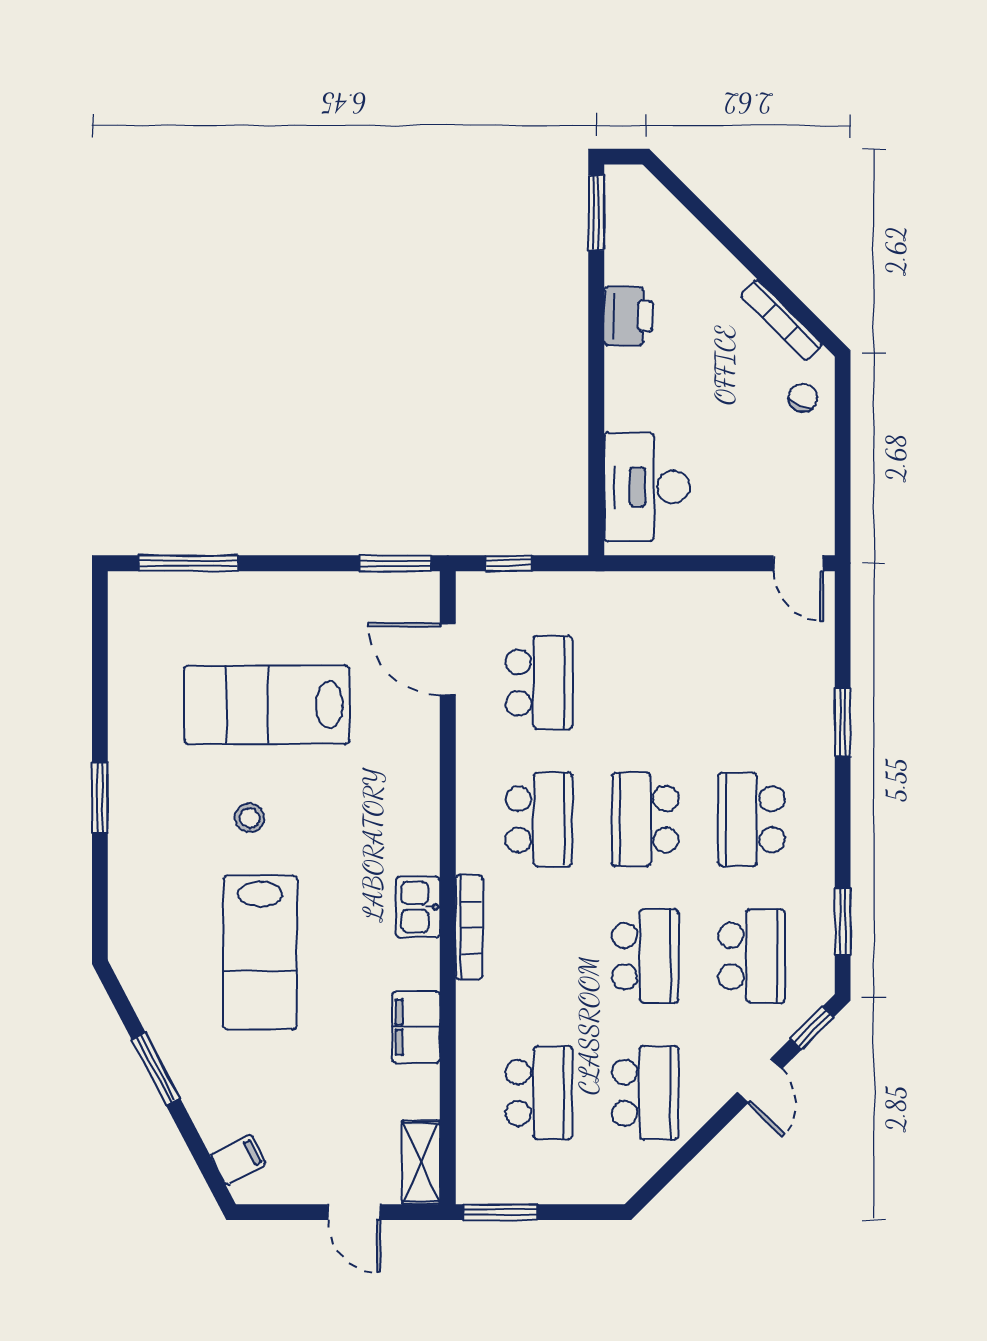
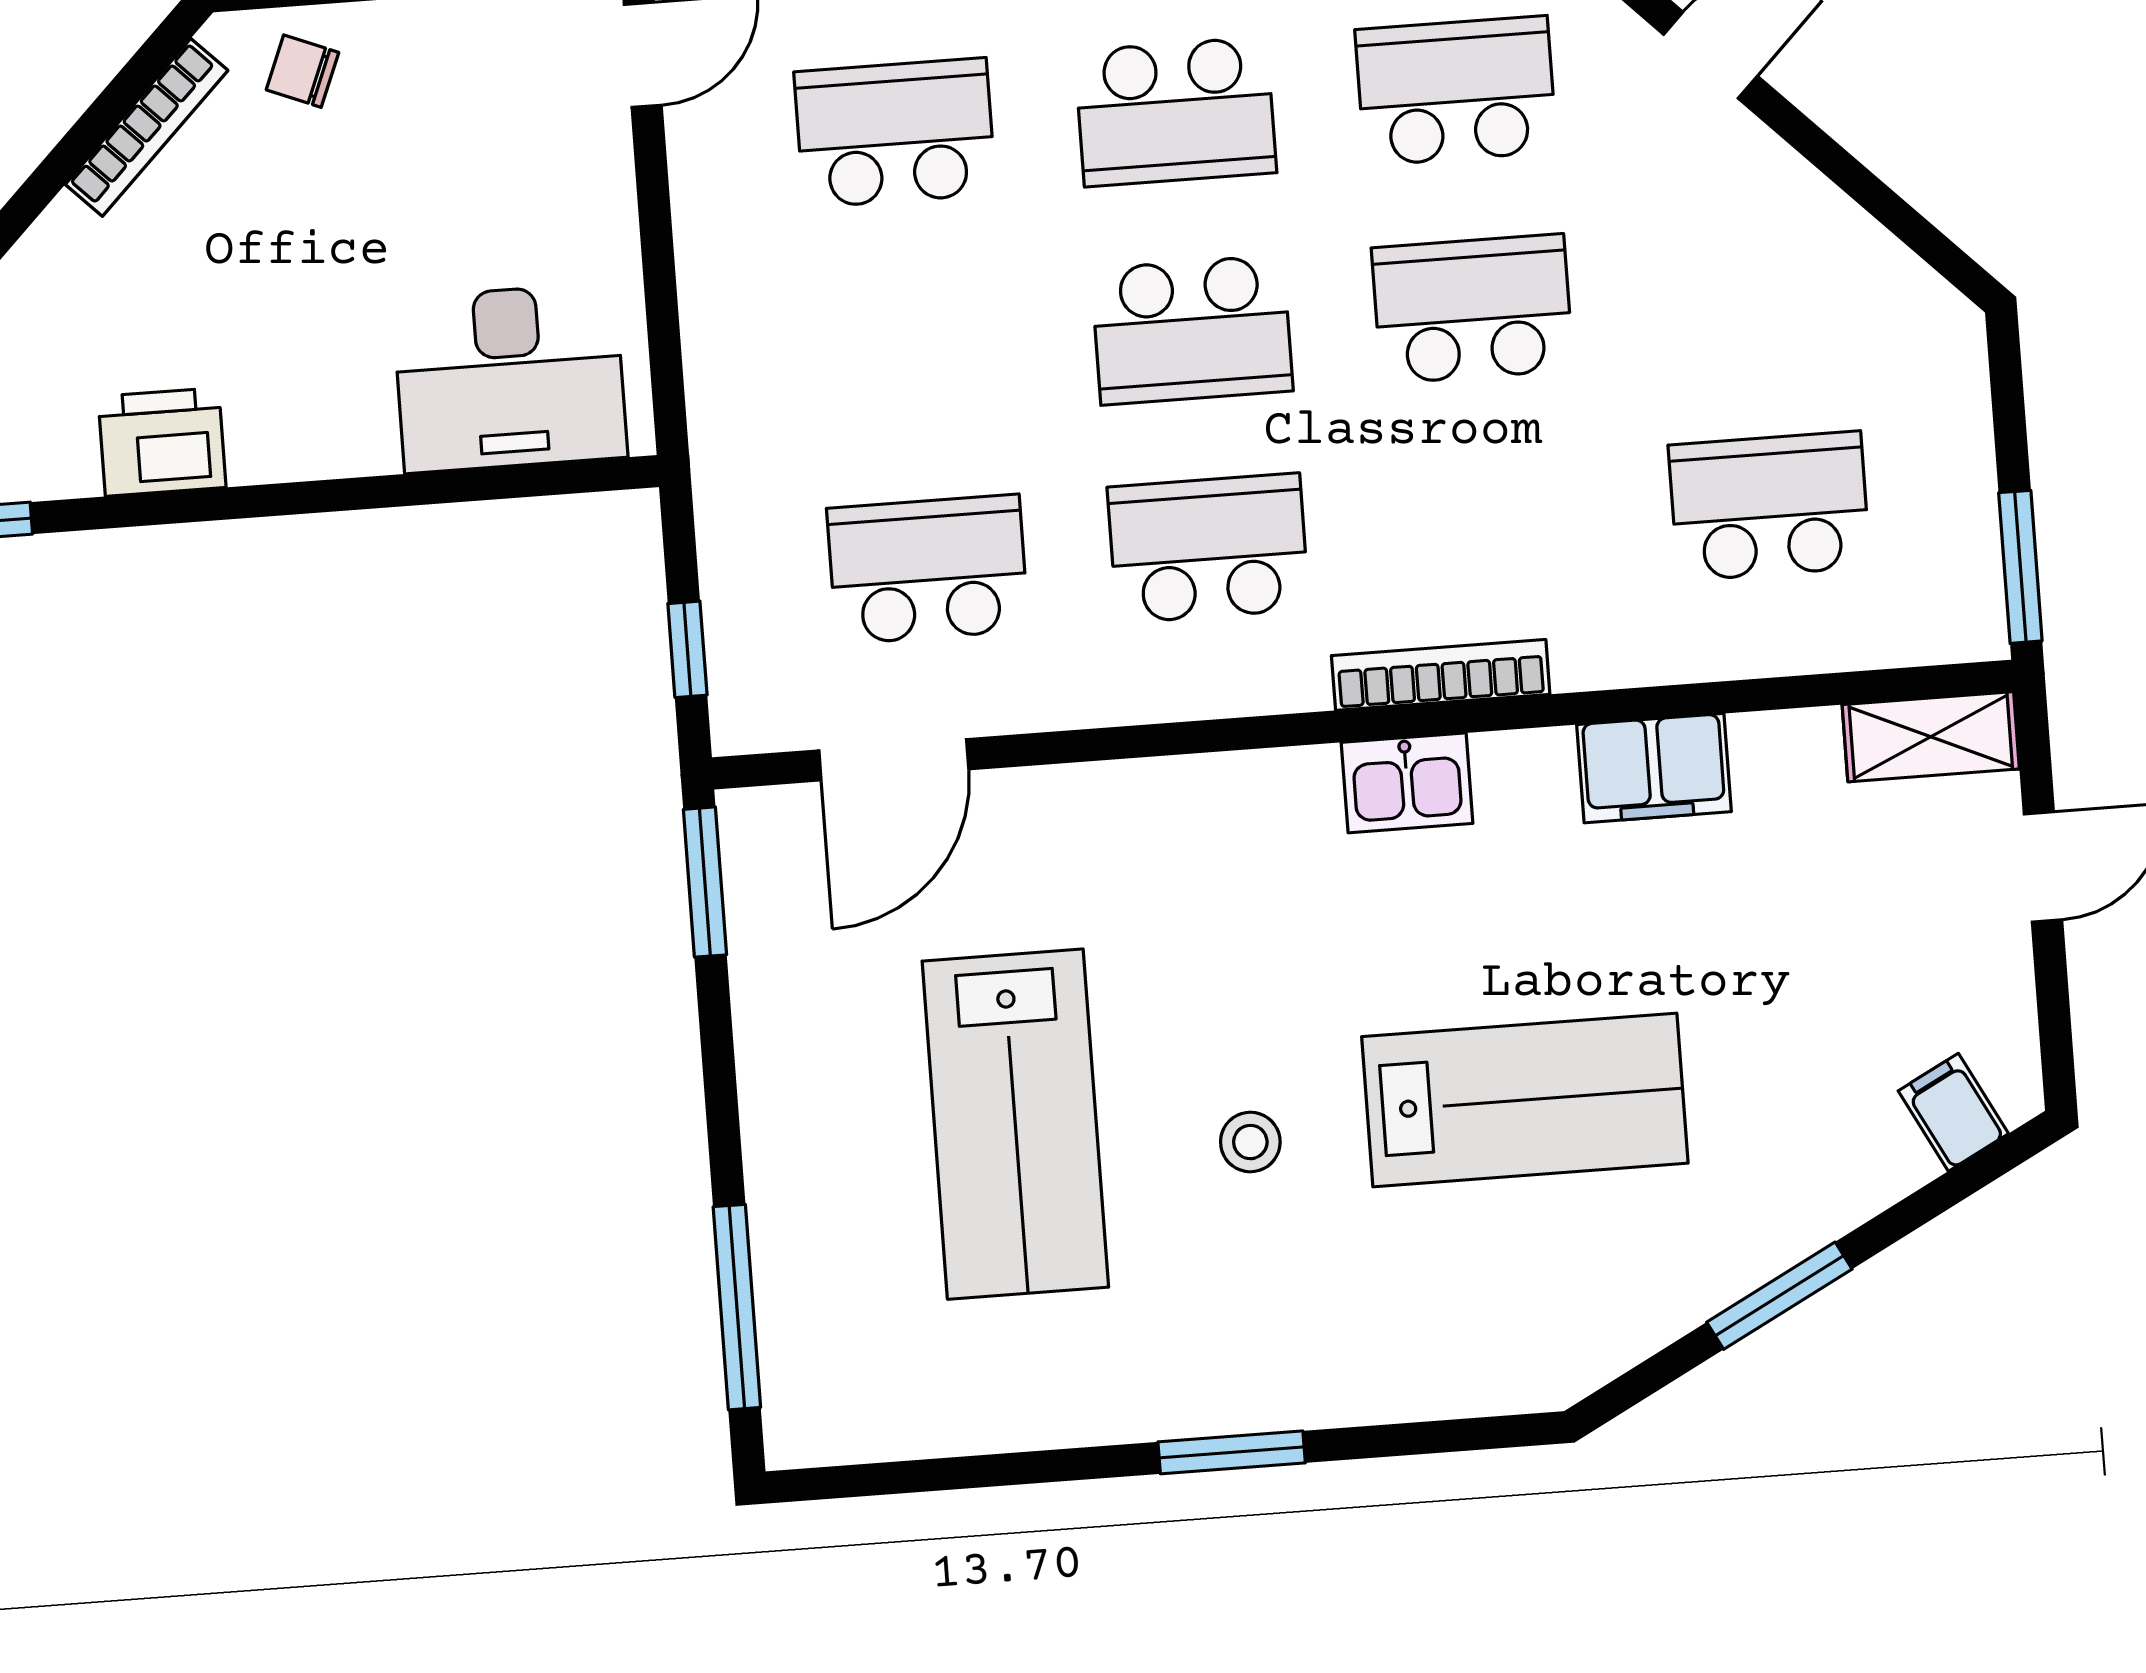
school desk: (645, 1093) -> (895, 133), moved

